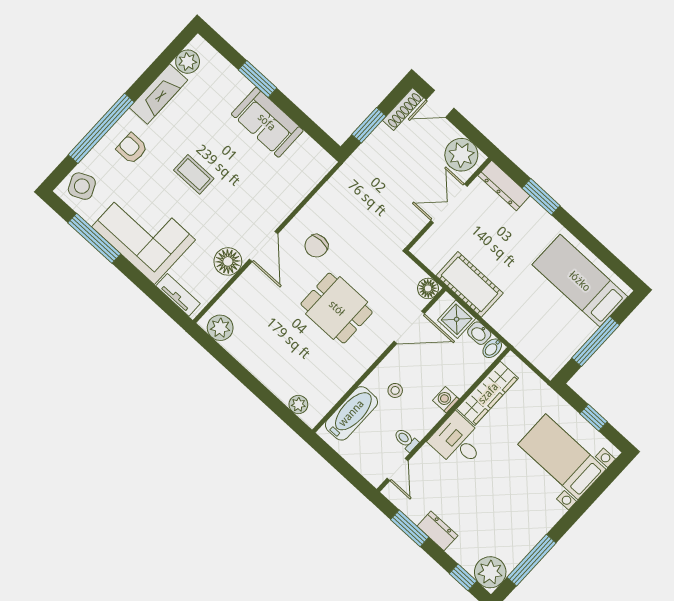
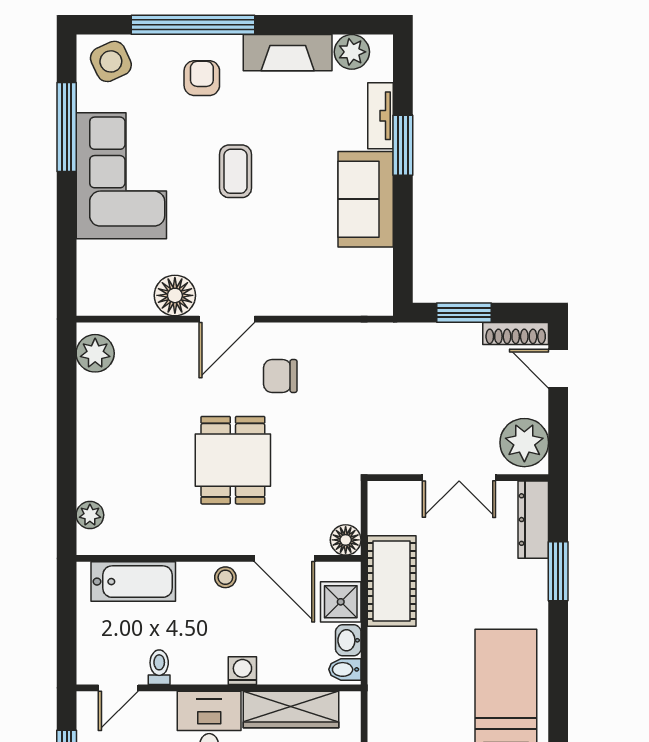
double door: (449, 203) -> (459, 478), swing flipped
tv unit: (178, 295) -> (381, 116), moved, turned 180
stool: (395, 390) -> (225, 577), moved

